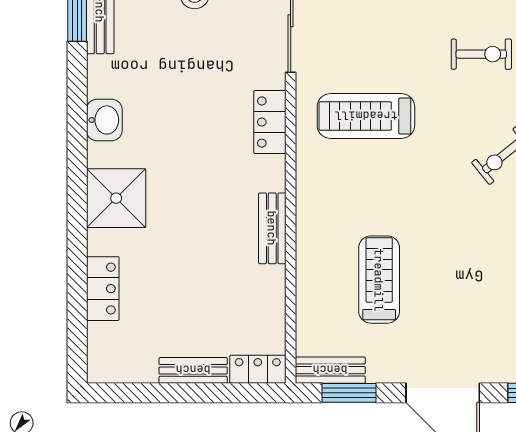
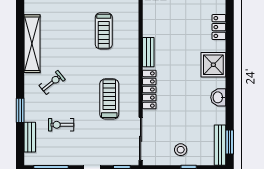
treadmill: (366, 116) -> (109, 99), turned -90
locker: (270, 122) -> (149, 90), width x1.53

